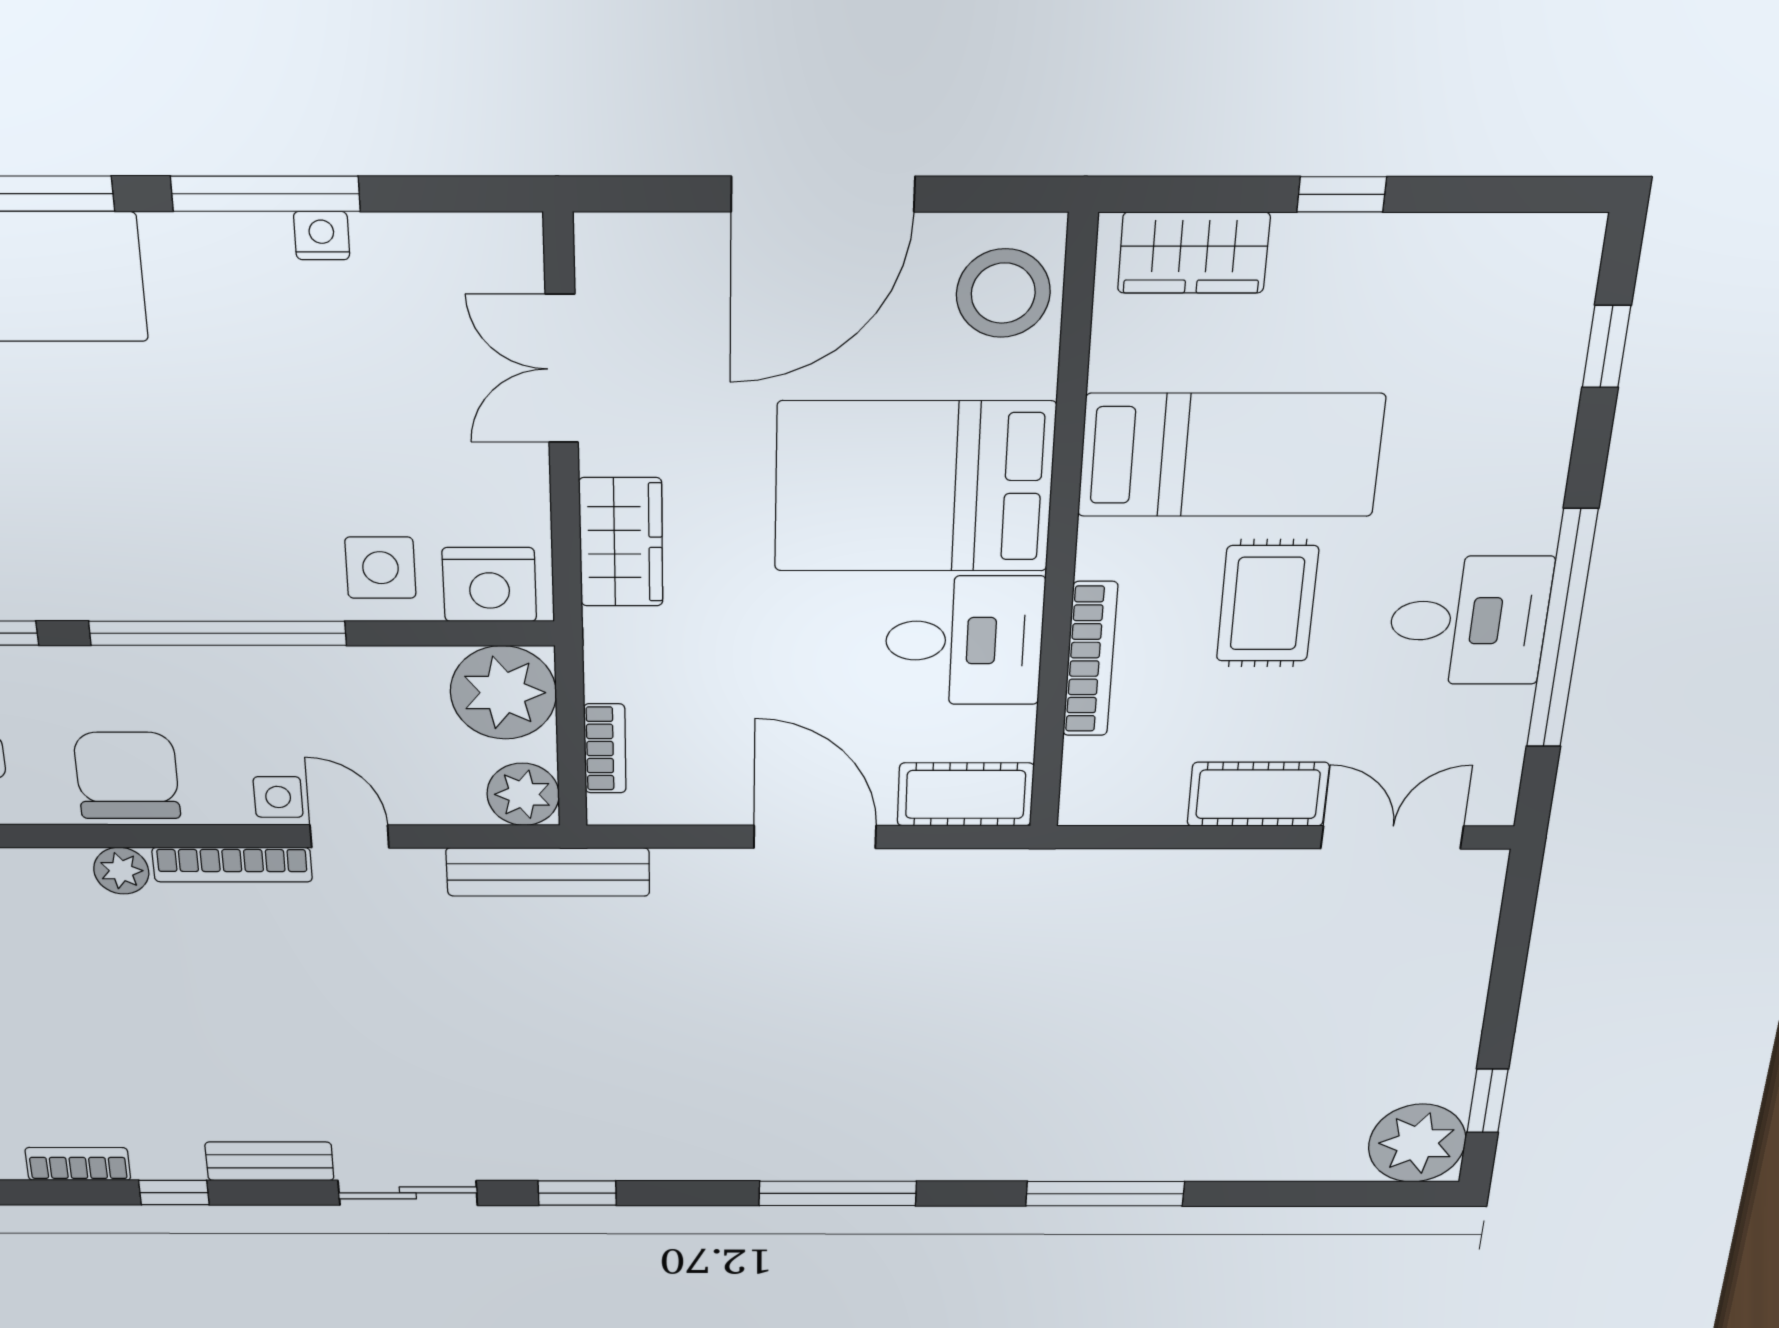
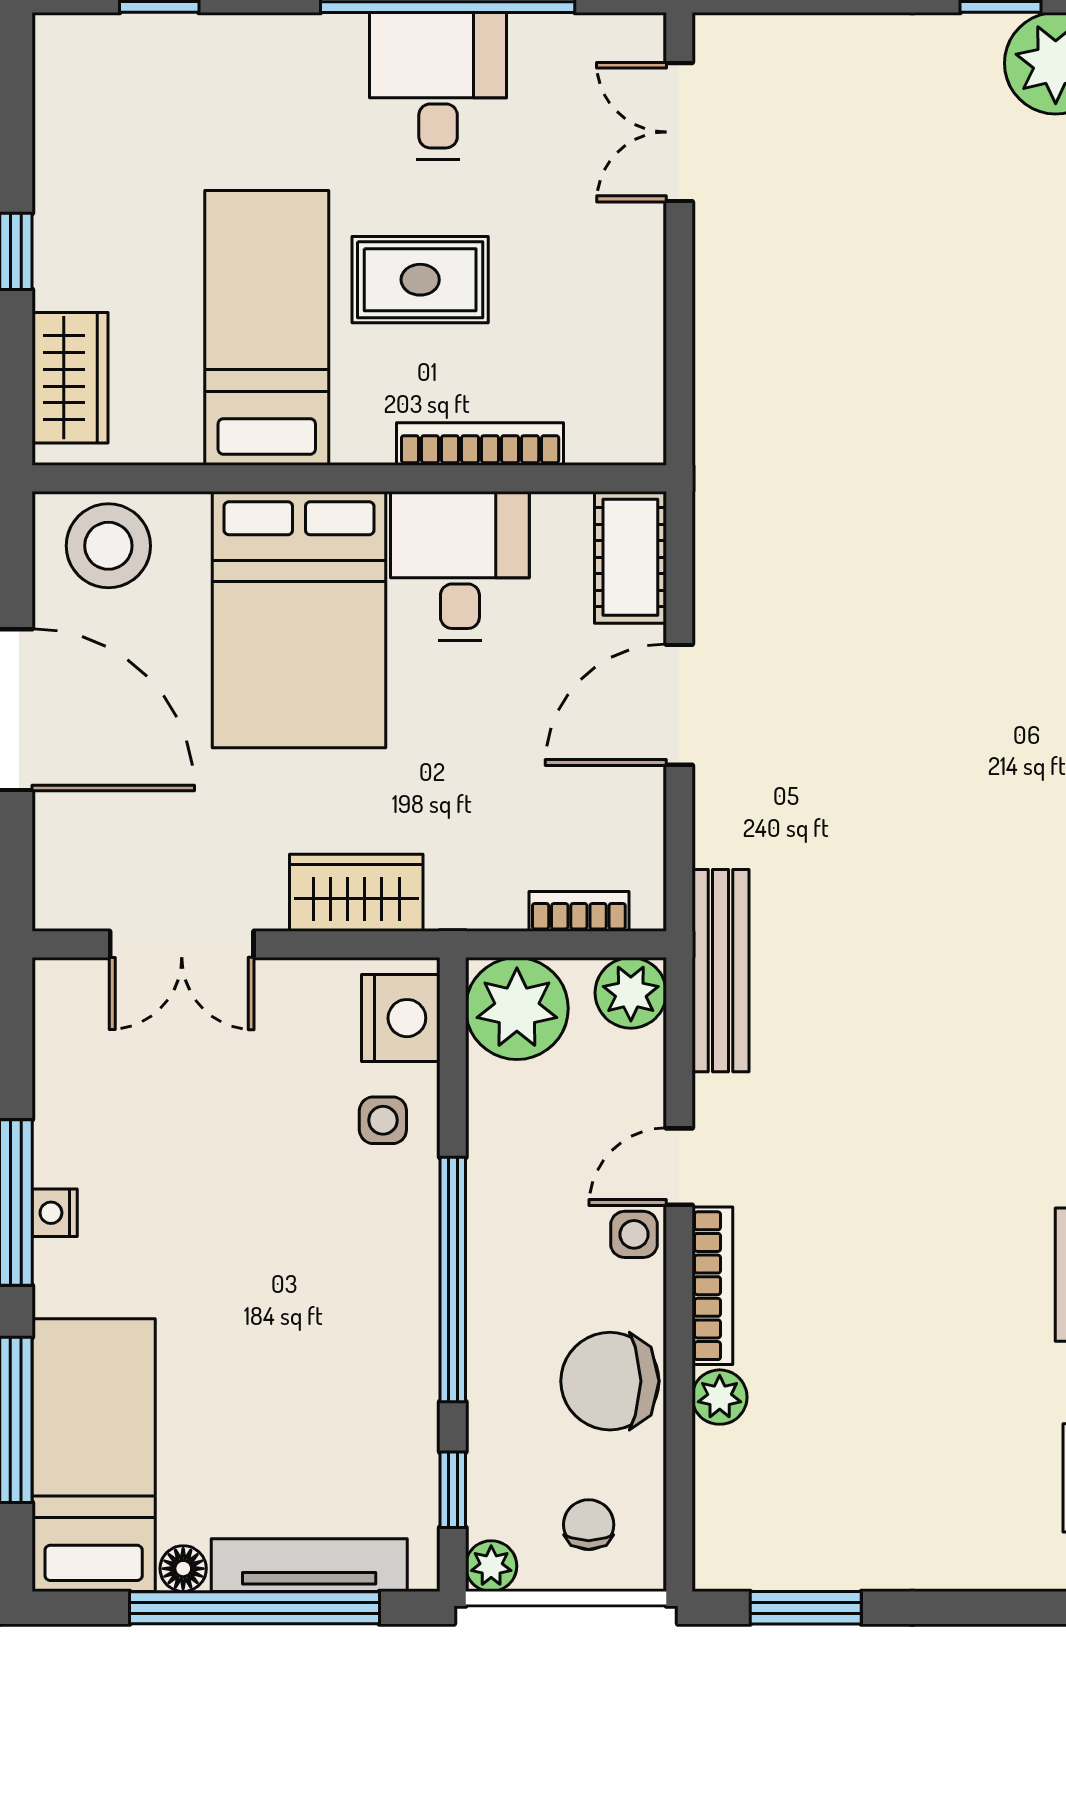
nightstand: (322, 236) -> (55, 1213), moved
side table: (380, 568) -> (383, 1120), width x0.73, depth x0.73
cot: (1258, 794) -> (630, 270), removed

